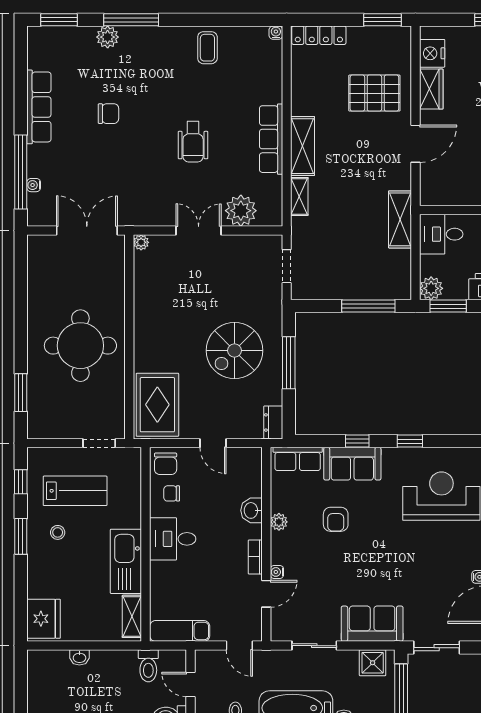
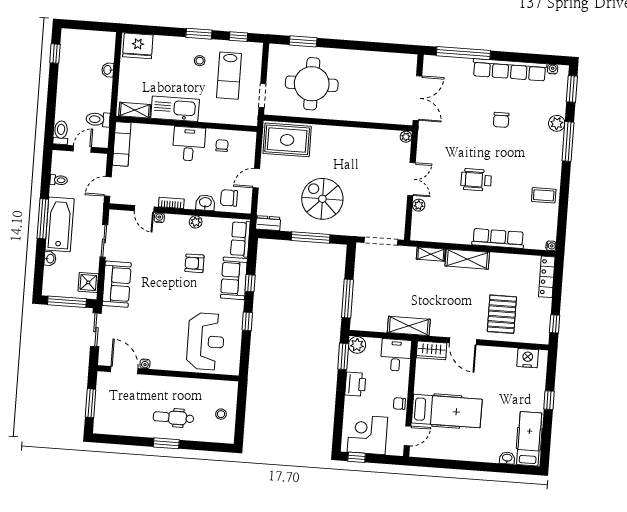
window: (382, 20) -> (555, 324), width x0.67
wardrobe: (431, 89) -> (432, 350), moved
row of seats: (39, 107) -> (510, 70), width x1.36
row of seats: (271, 139) -> (498, 238), moved
water cooler: (34, 185) -> (553, 69), moved
plant: (241, 211) -> (419, 205), width x0.53, depth x0.53
doorway: (287, 266) -> (381, 241), width x1.38
round table: (80, 346) -> (312, 84), moved
chair: (166, 464) -> (229, 198), moved

